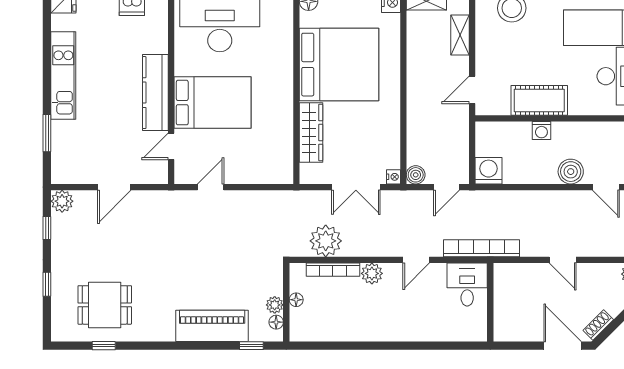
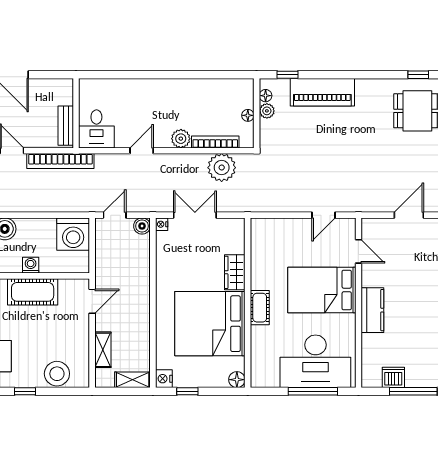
cot: (283, 83) -> (260, 308), added
kitchen counter: (155, 93) -> (372, 310), width x0.67
wardrobe: (311, 133) -> (235, 272), width x0.67
door: (171, 146) -> (359, 251), hinge flipped
washing machine: (488, 171) -> (73, 234), width x1.37, depth x1.37
bookcase: (482, 248) -> (60, 161), moved
bench: (502, 288) -> (66, 126), added

